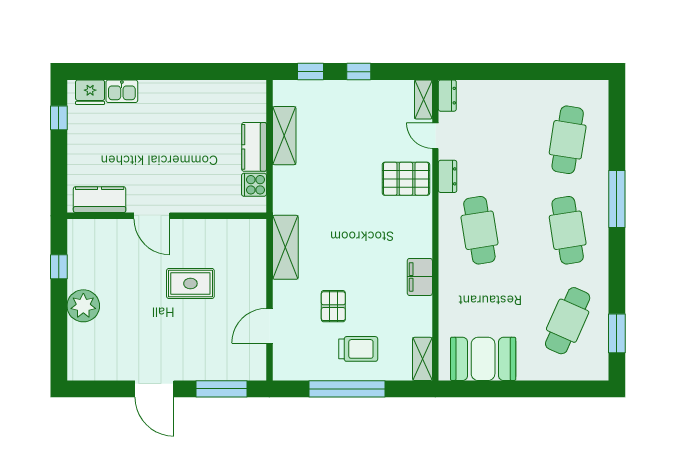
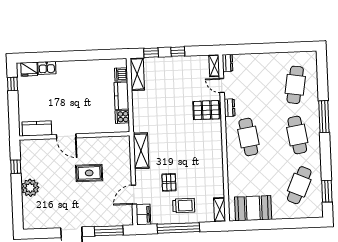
dishwasher: (255, 109) -> (121, 75), added
shelving: (284, 136) -> (137, 74), moved
filing cabinet: (420, 277) -> (143, 214), moved, turned 180

